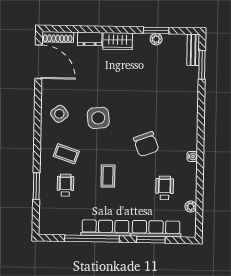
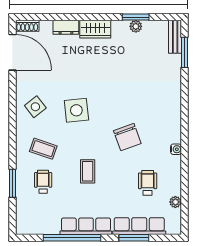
shoe rack: (58, 37) -> (27, 26), width x0.70

